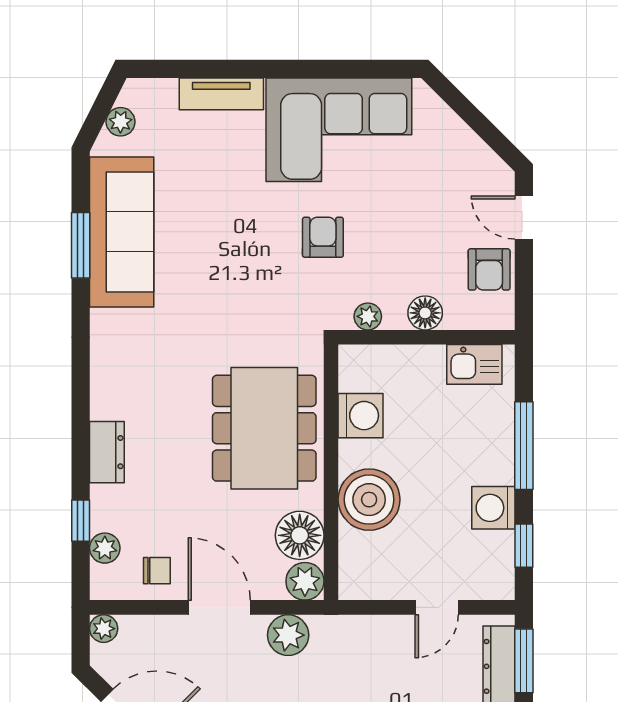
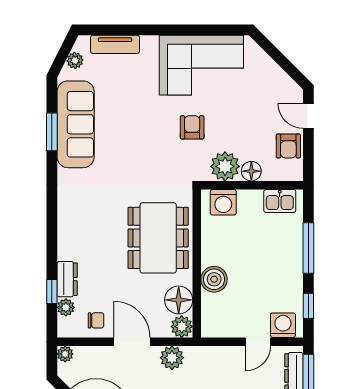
tv unit: (221, 94) -> (115, 44), moved
plant: (368, 316) -> (225, 166), width x1.88, depth x1.88
washing machine: (361, 416) -> (223, 202), moved, turned 90
dresser: (107, 452) -> (67, 279), moved
boiler: (369, 500) -> (214, 279), width x0.73, depth x0.73
washing machine: (493, 508) -> (283, 325), moved, turned 90

